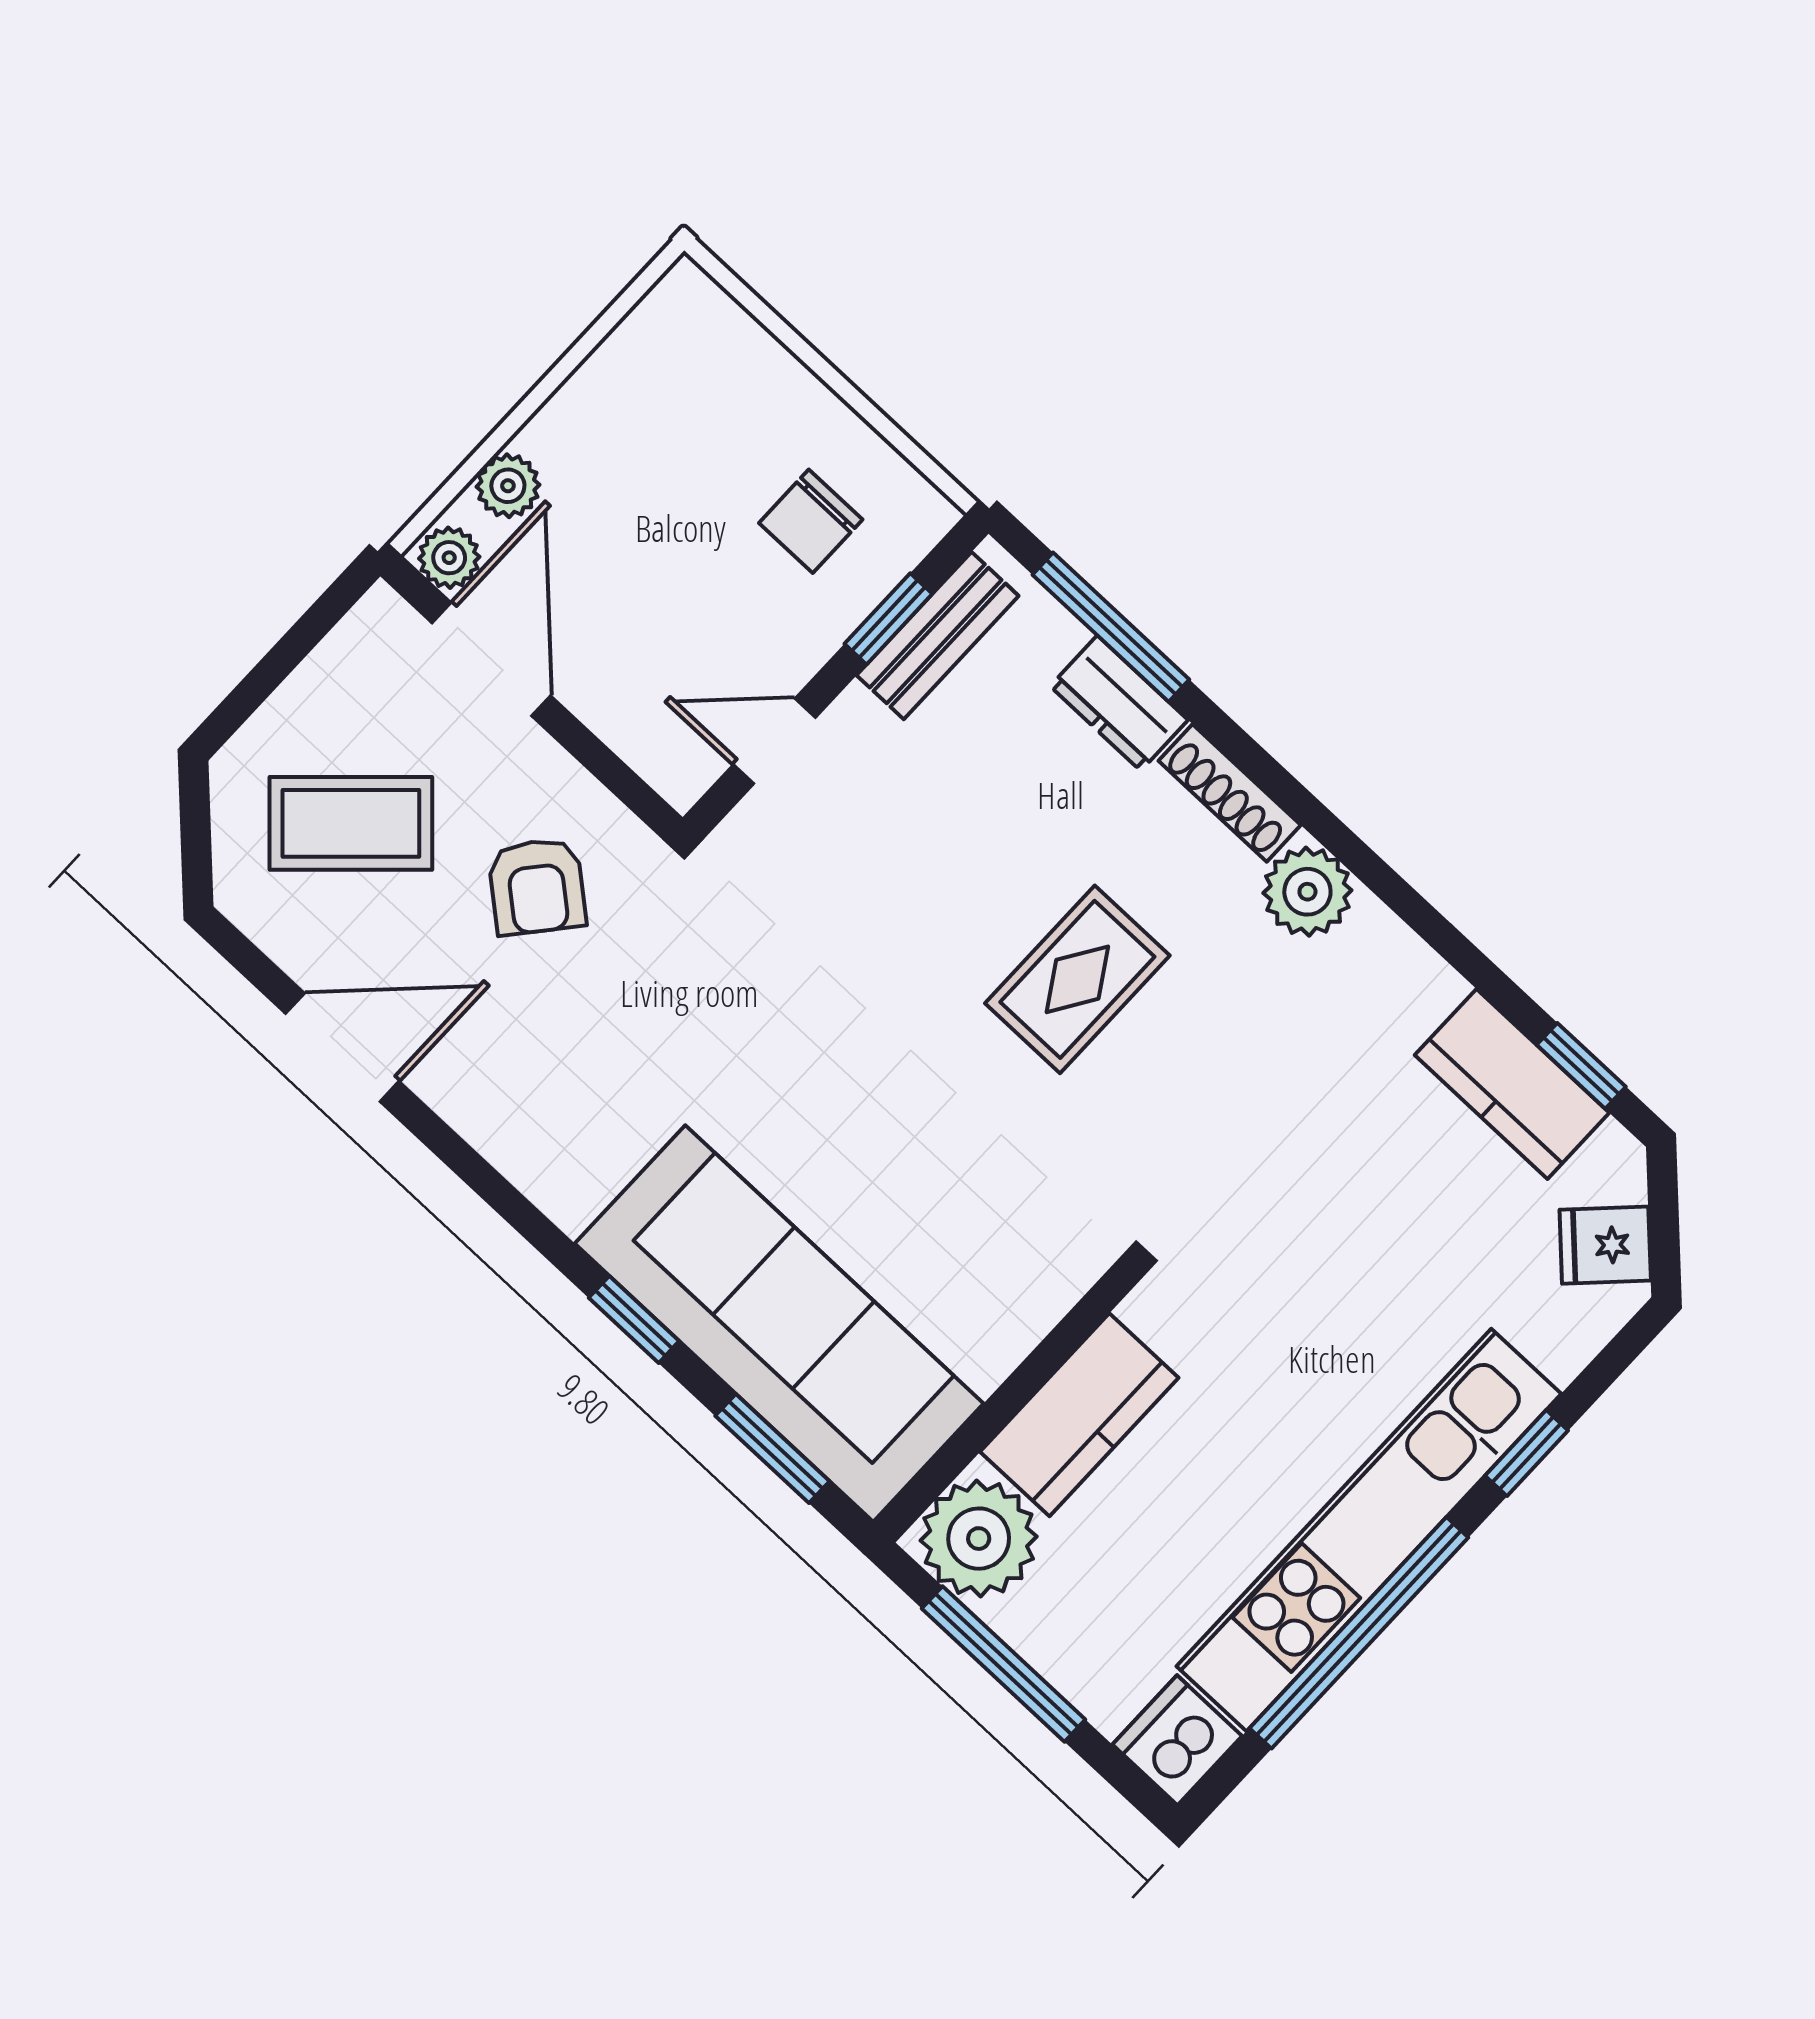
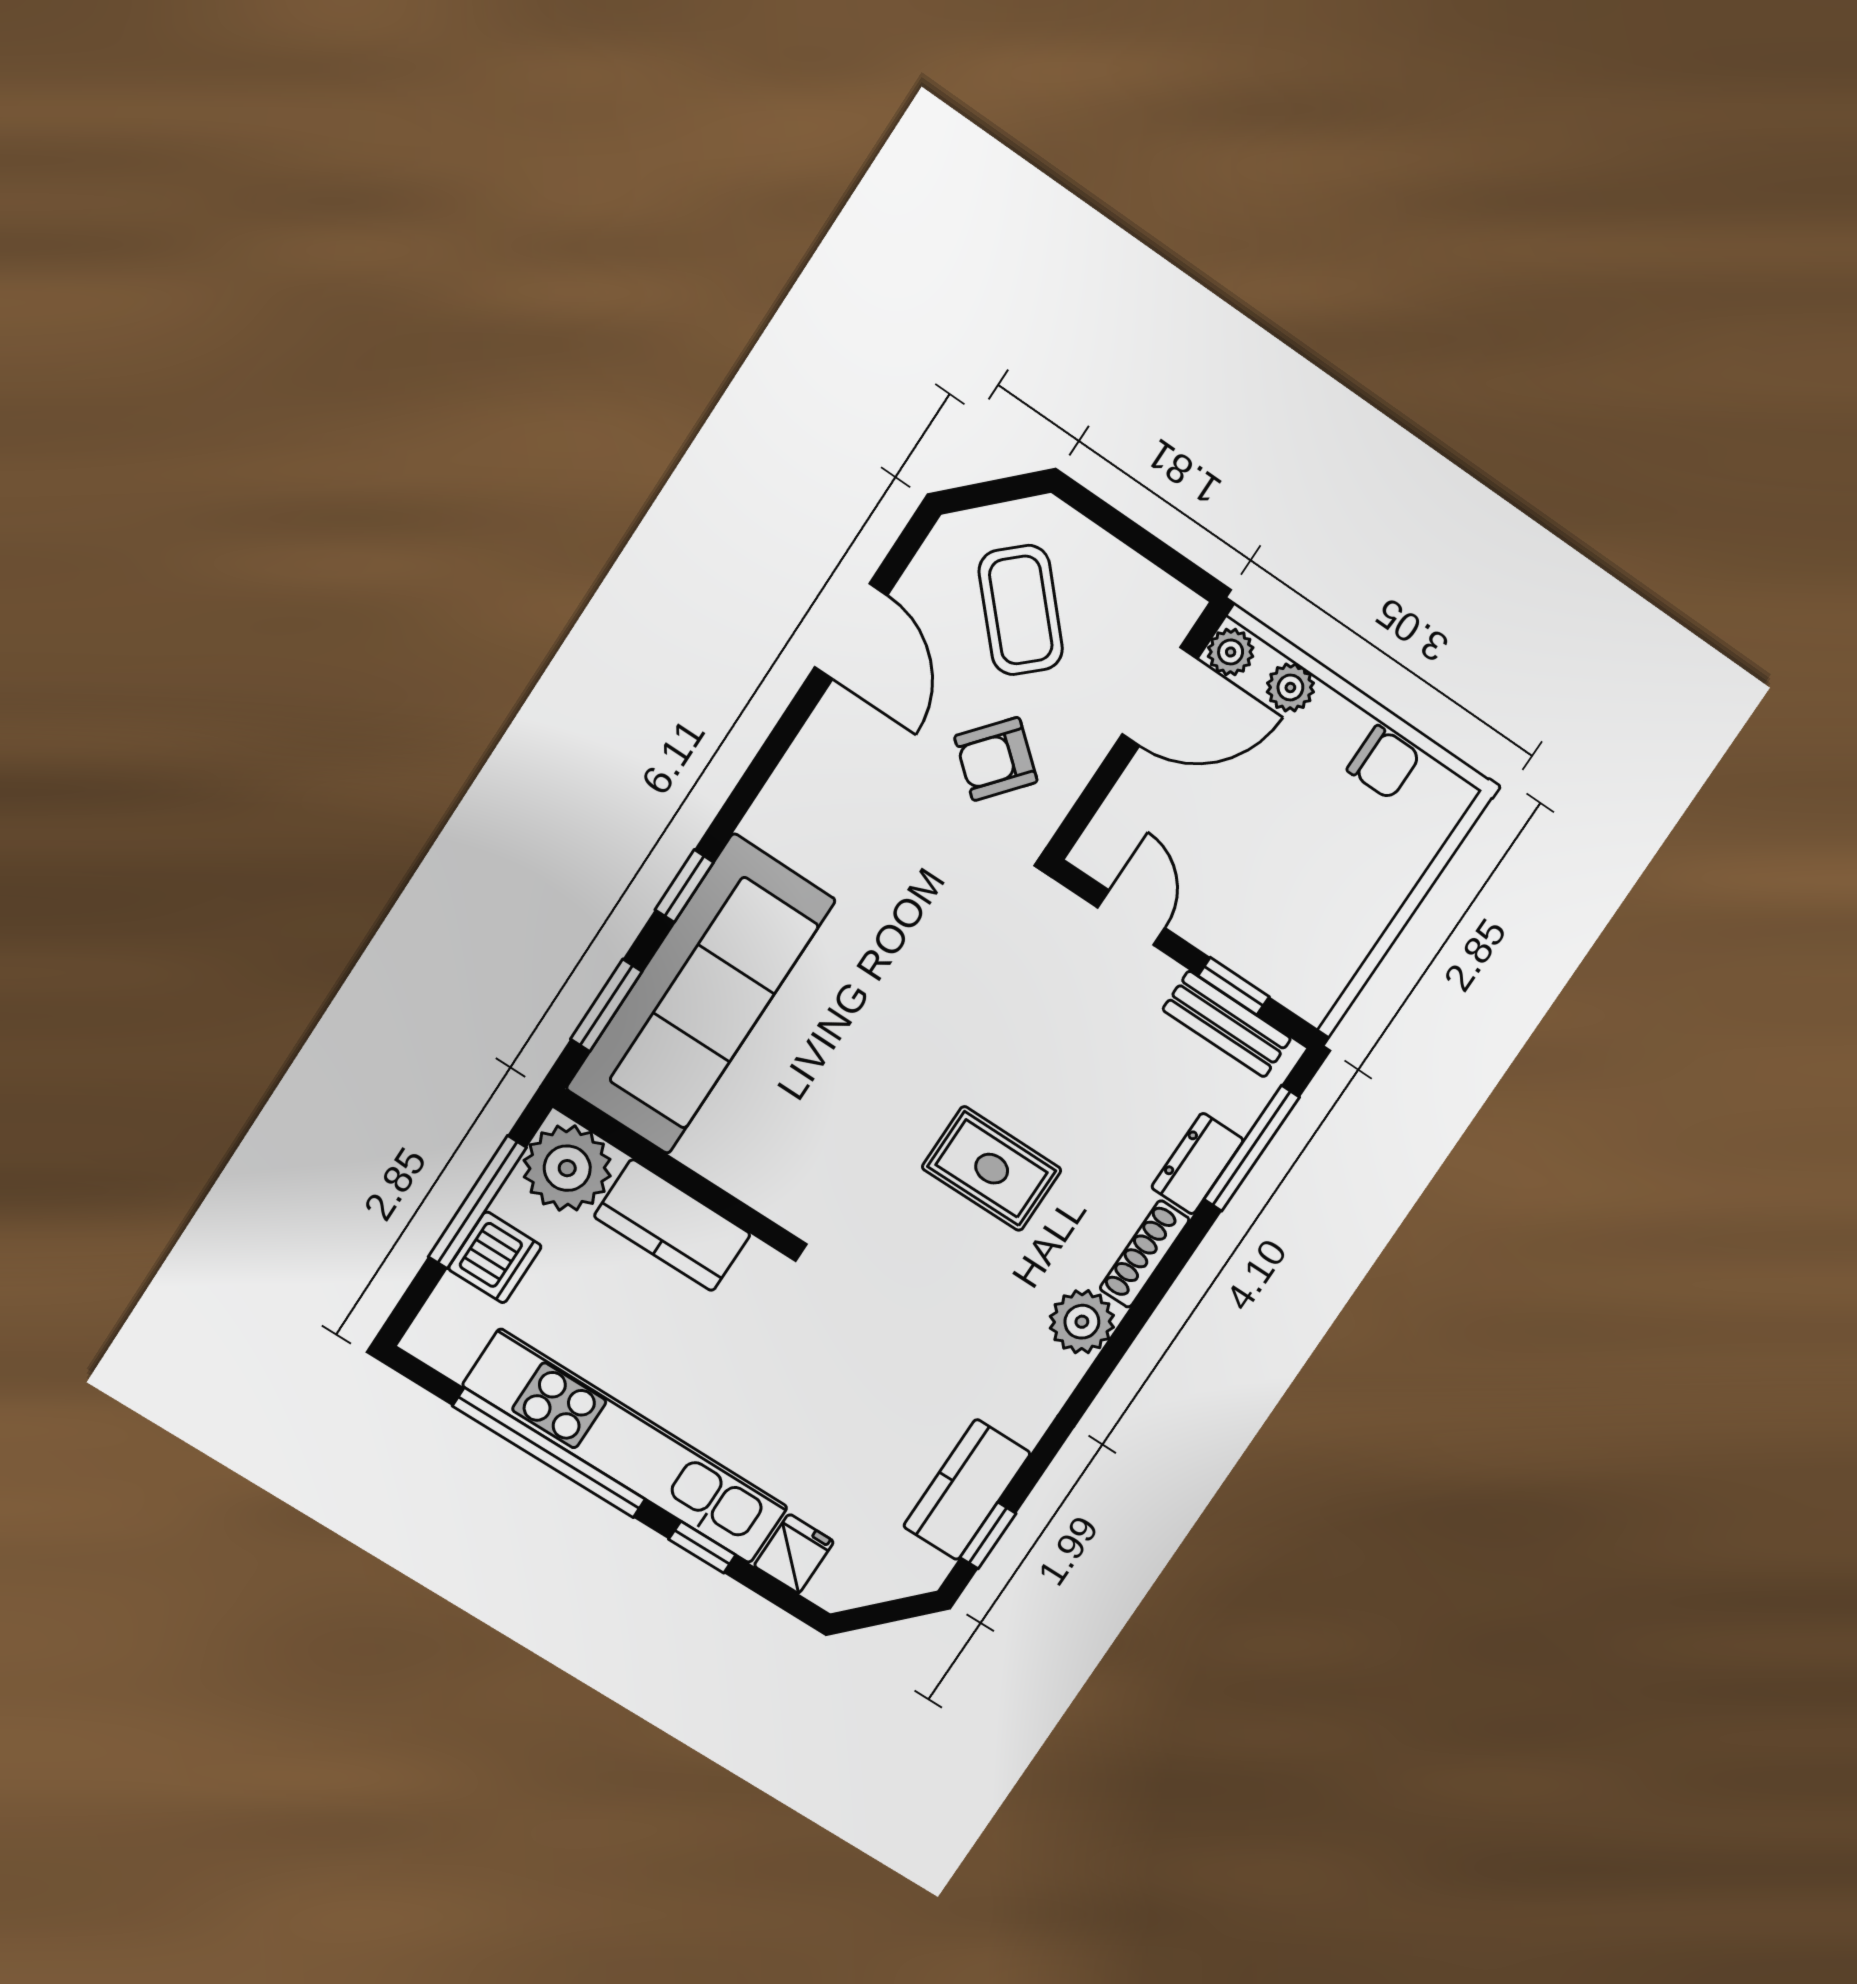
chair: (811, 521) -> (1384, 762), moved, turned 180
fridge: (1605, 1245) -> (794, 1554), moved, turned 45
dishwasher: (1177, 1740) -> (495, 1257), moved, turned 90

